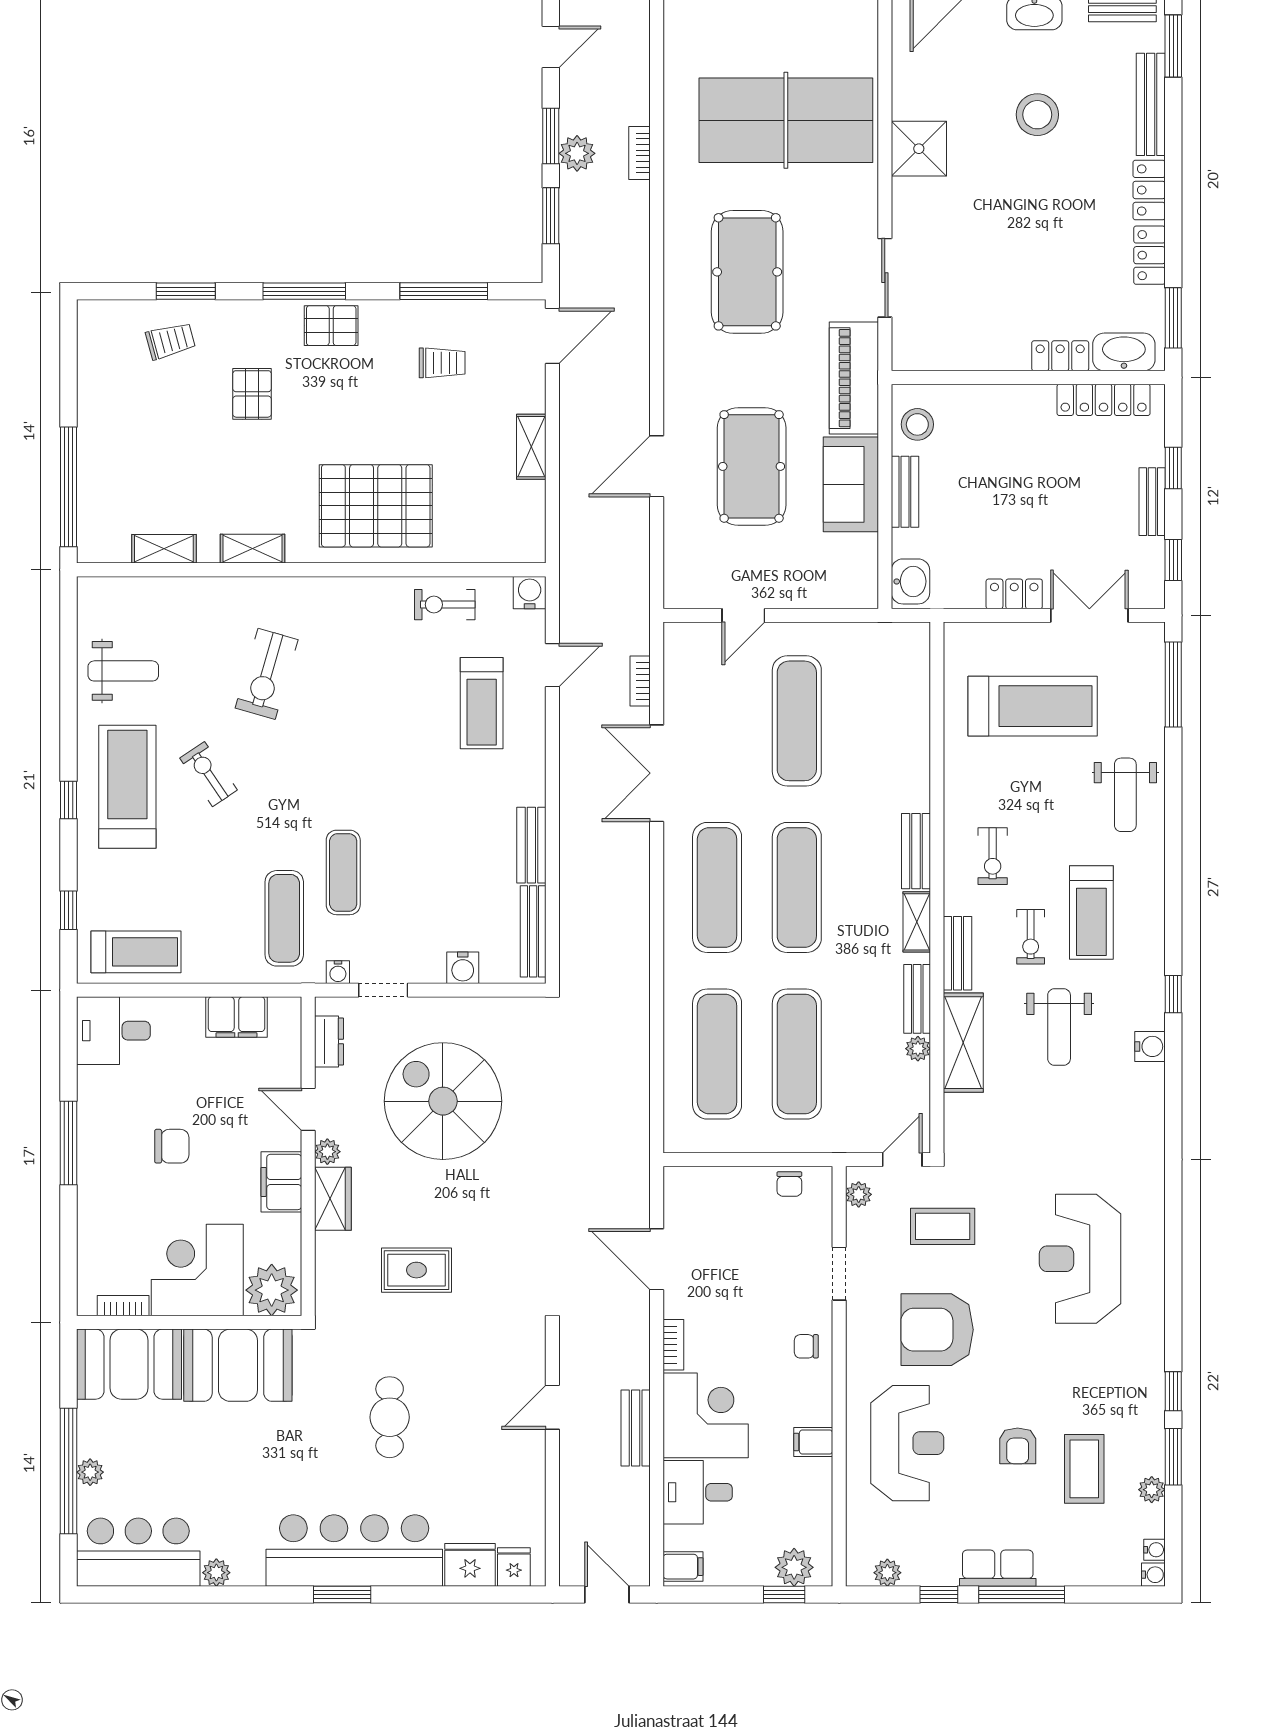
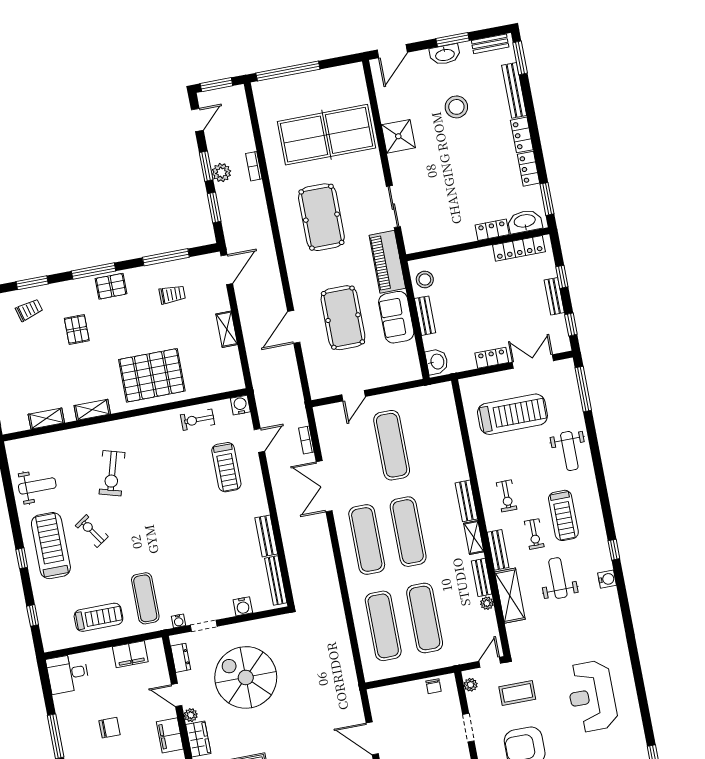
exercise mat: (343, 872) -> (171, 569), removed
treadmill: (136, 952) -> (98, 617), moved
weight bench: (1059, 1027) -> (558, 578), turned 180

